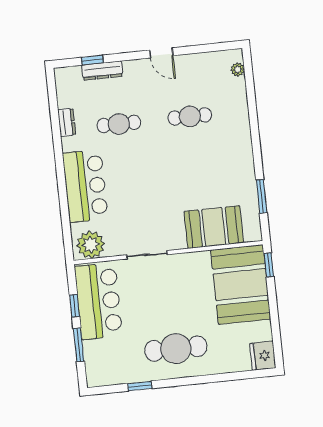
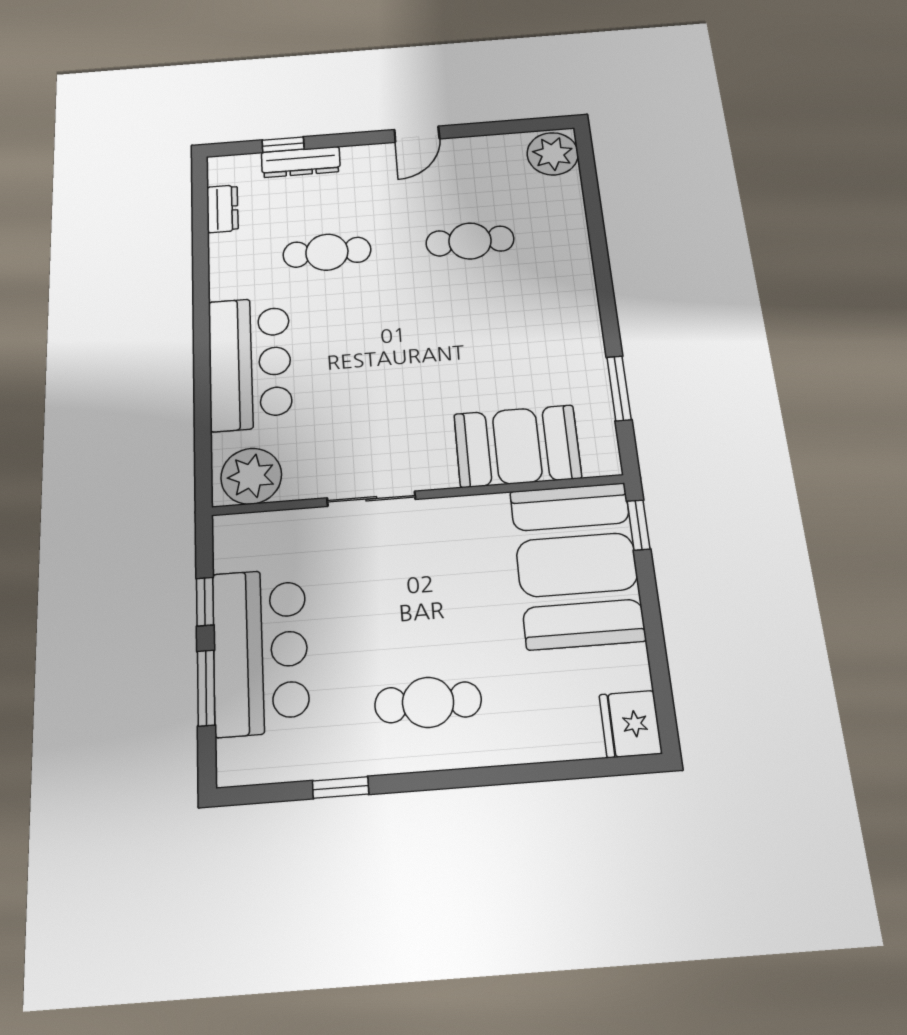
door: (161, 53) -> (417, 134), hinge flipped
plant: (238, 70) -> (553, 154), width x1.88, depth x1.88
dresser: (67, 122) -> (222, 209), moved
bar counter: (98, 301) -> (260, 651), moved
cafe table: (176, 349) -> (428, 702), width x0.73, depth x0.74

